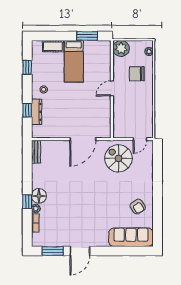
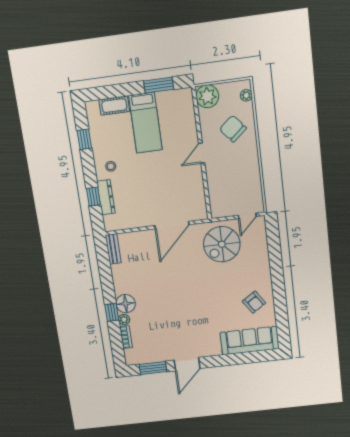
chair: (137, 74) -> (233, 129), turned 50
spiral stairs: (118, 158) -> (222, 244), turned -90

